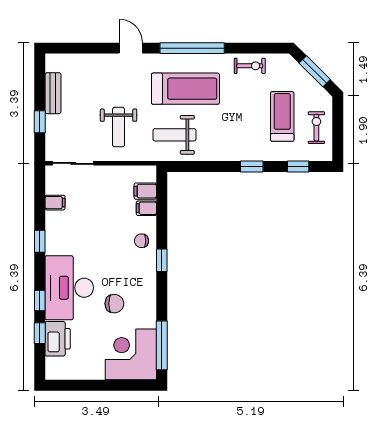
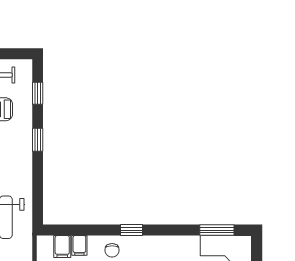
window: (162, 345) -> (217, 230), width x0.69

